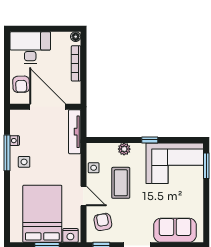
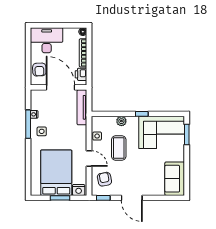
printer: (73, 90) -> (81, 74), added
sofa: (175, 230) -> (175, 179), moved, turned -90

